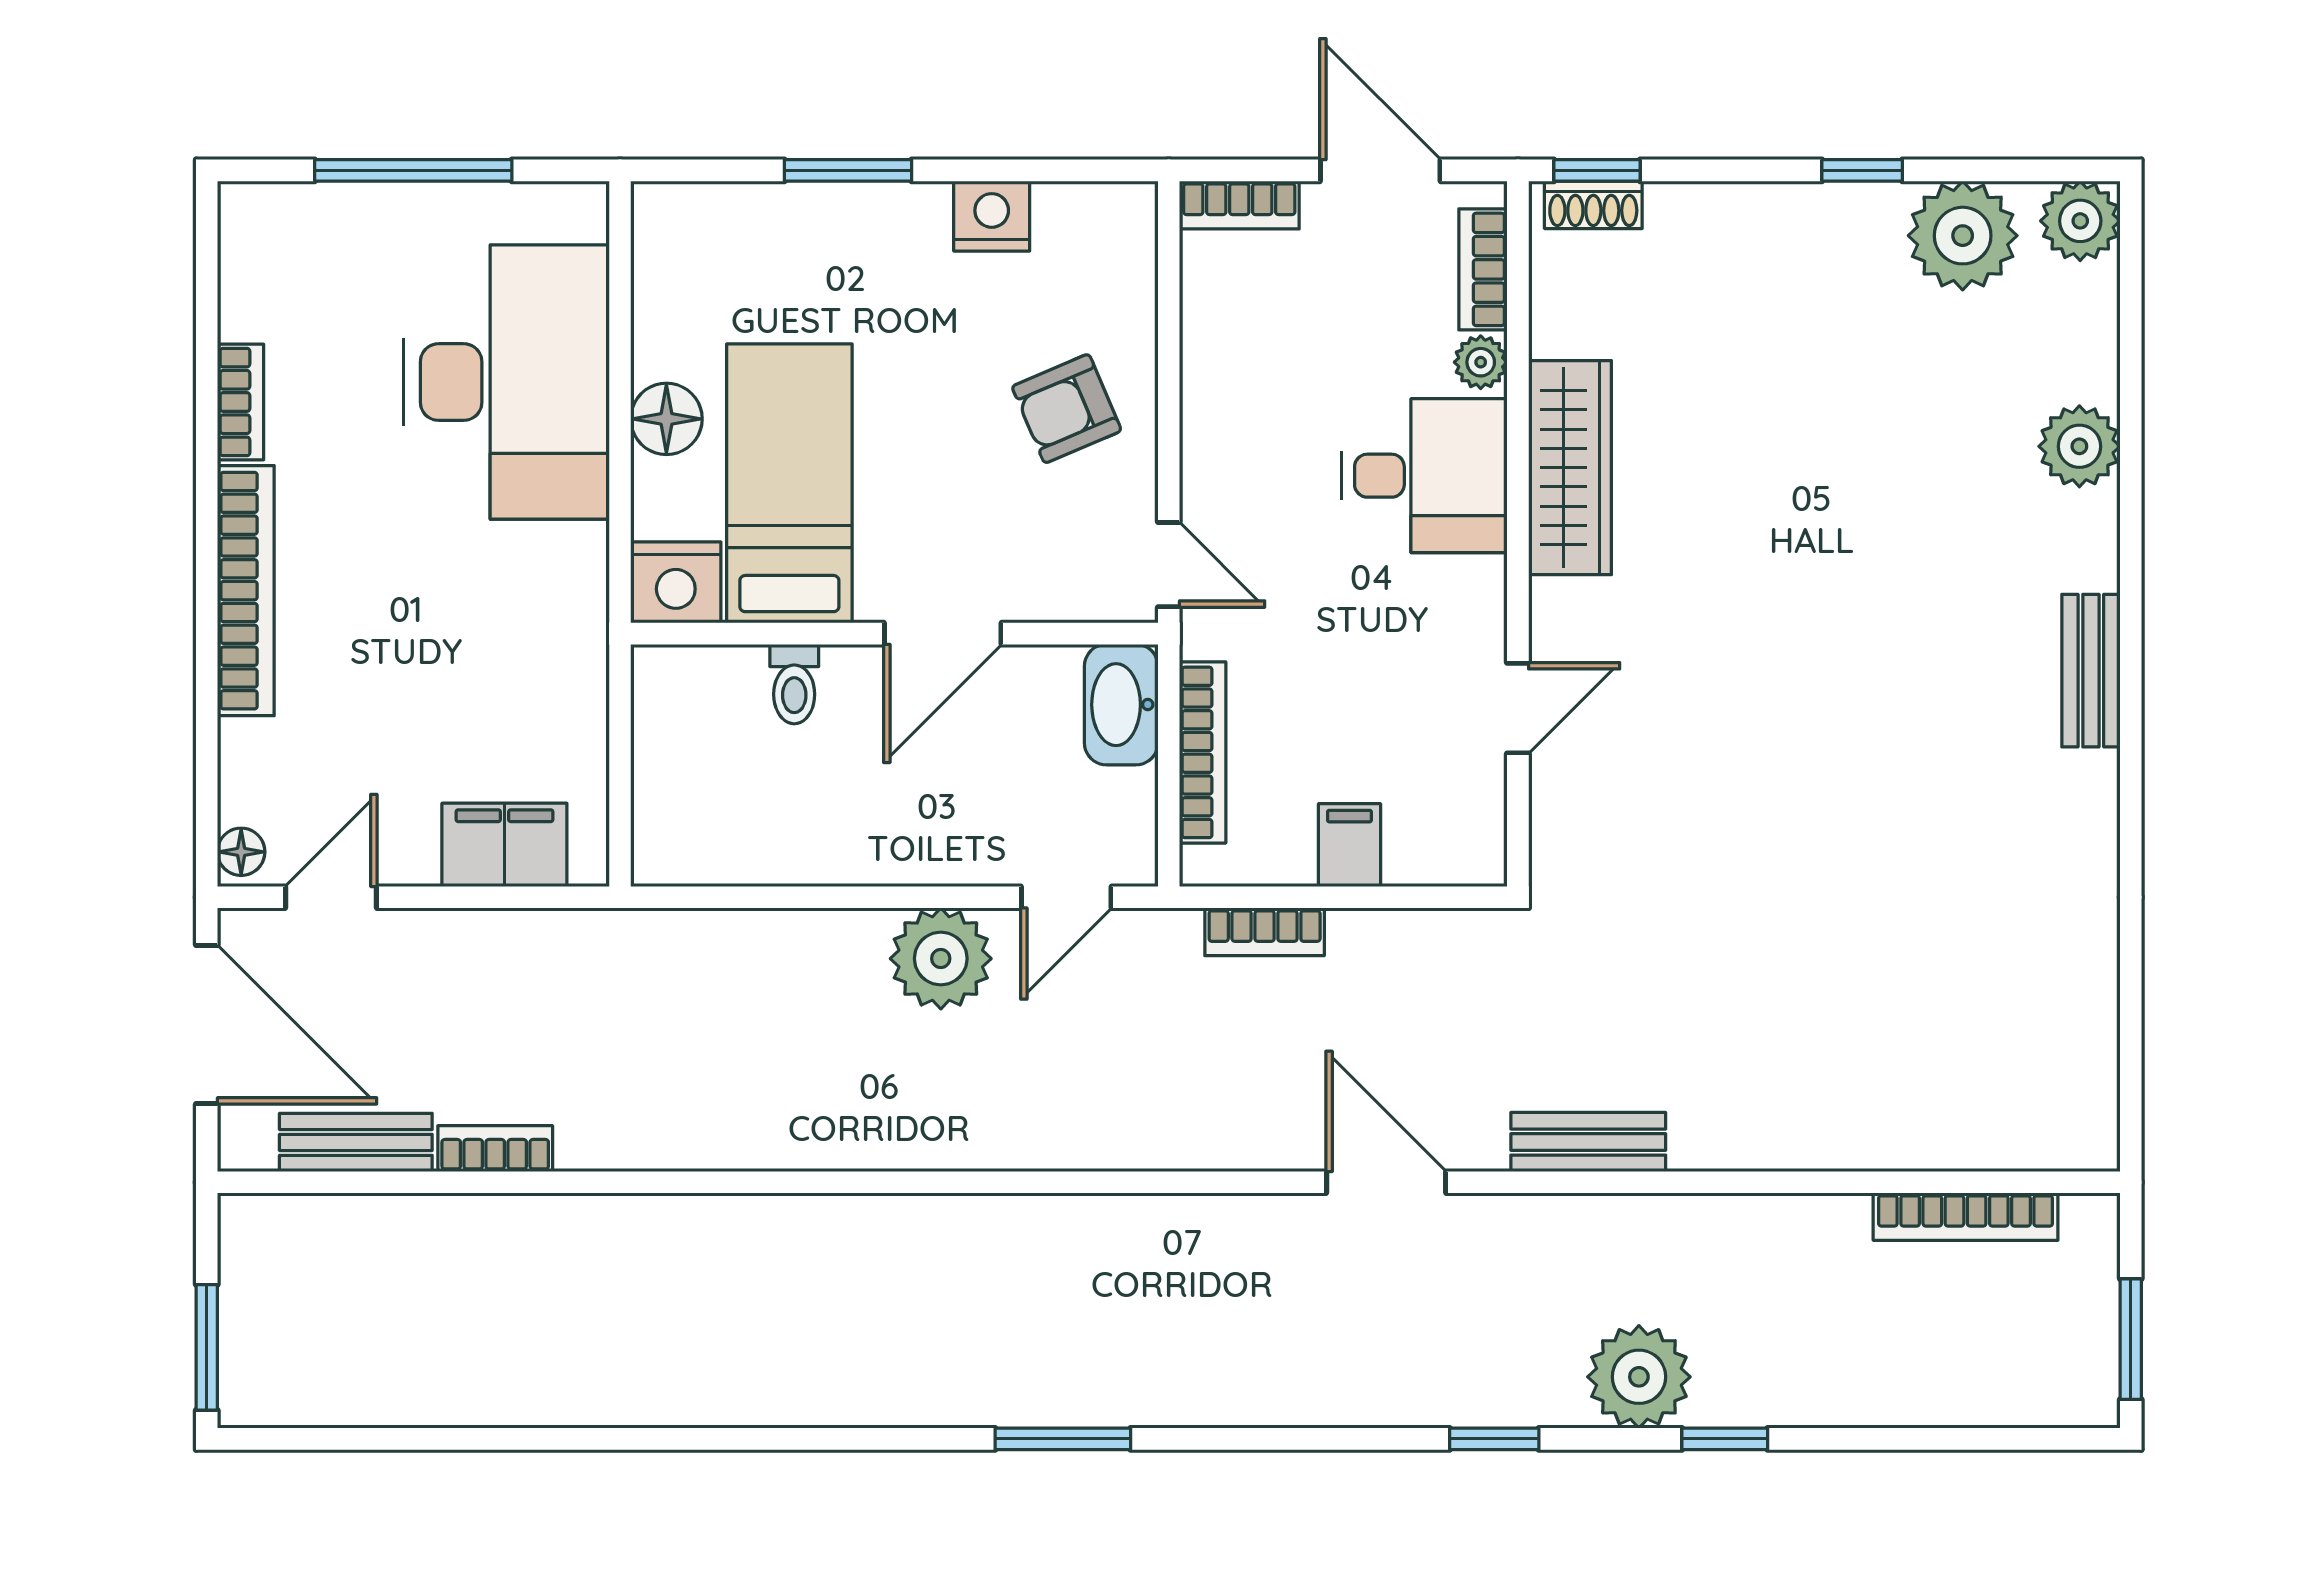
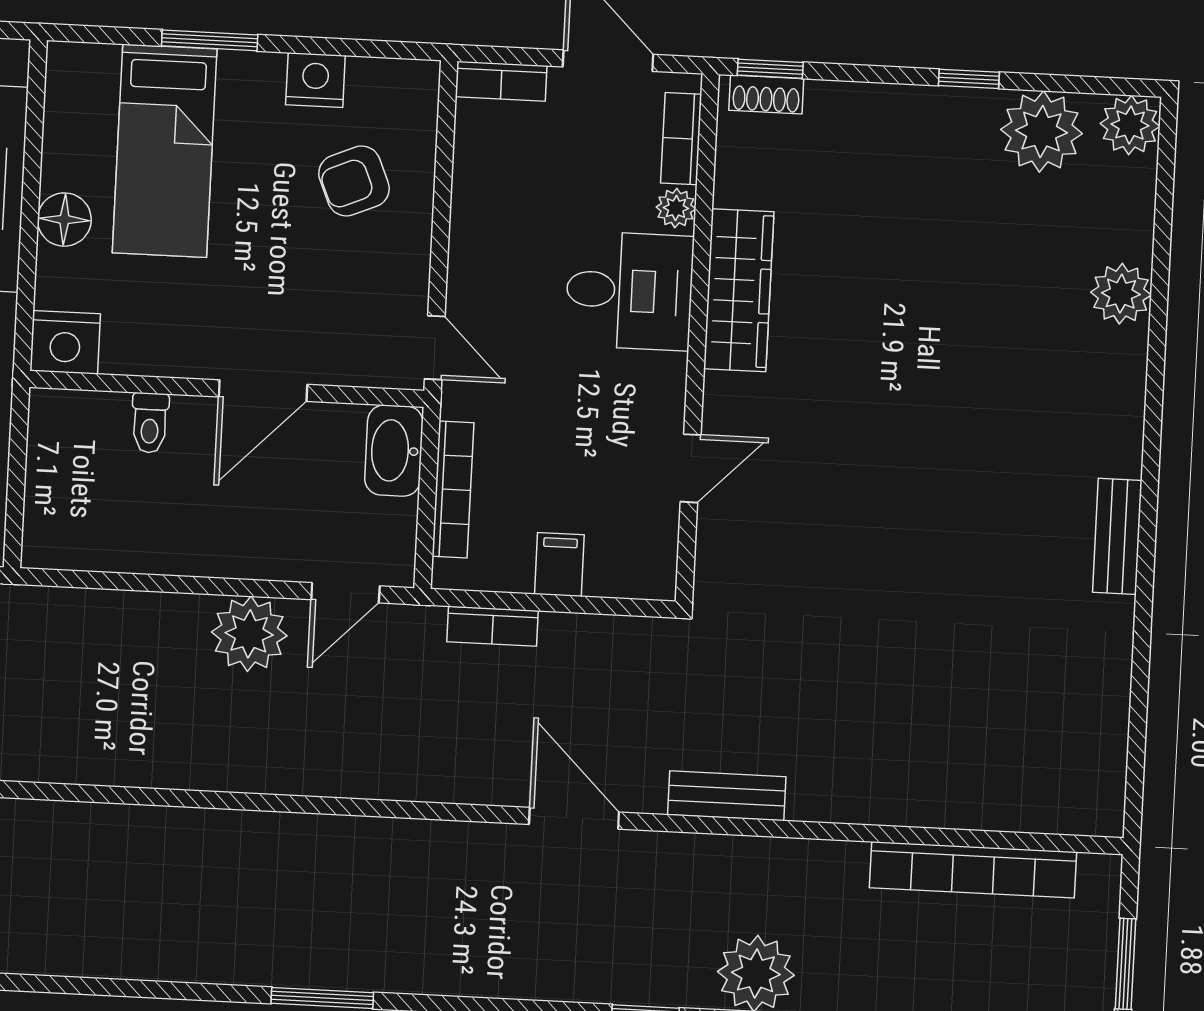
armchair: (1067, 409) -> (354, 181), moved
bed: (789, 483) -> (165, 151), moved, turned 180
bench: (2091, 671) -> (1117, 536), moved
bookcase: (1966, 1217) -> (973, 870), width x1.48, depth x1.31

